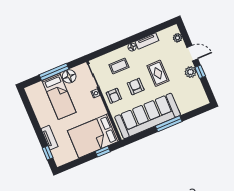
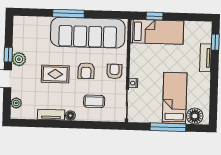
rug: (158, 73) -> (55, 74), turned 90
floor lamp: (69, 76) -> (195, 116), moved
bed: (93, 136) -> (157, 32), width x0.67

